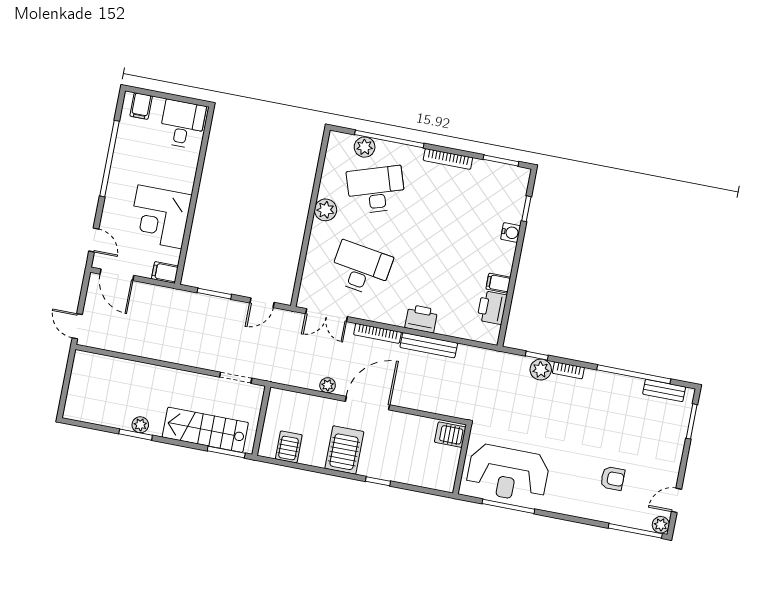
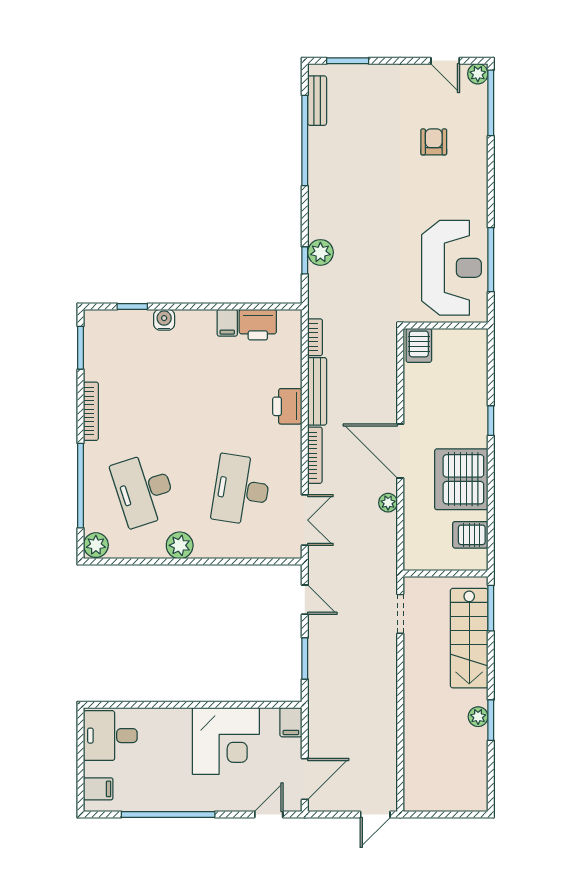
plant: (365, 147) -> (96, 545), moved
bookcase: (568, 370) -> (315, 337), moved
server rack: (344, 450) -> (461, 479), width x1.60

